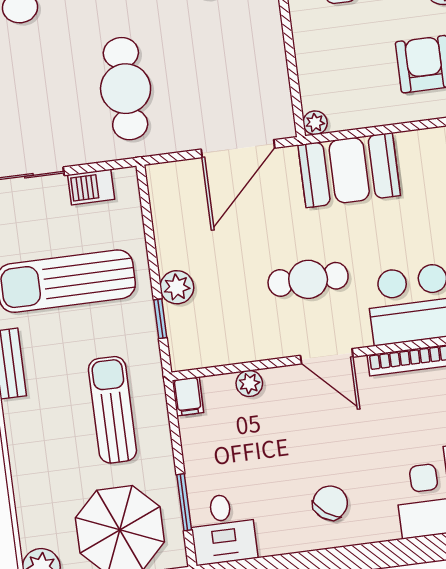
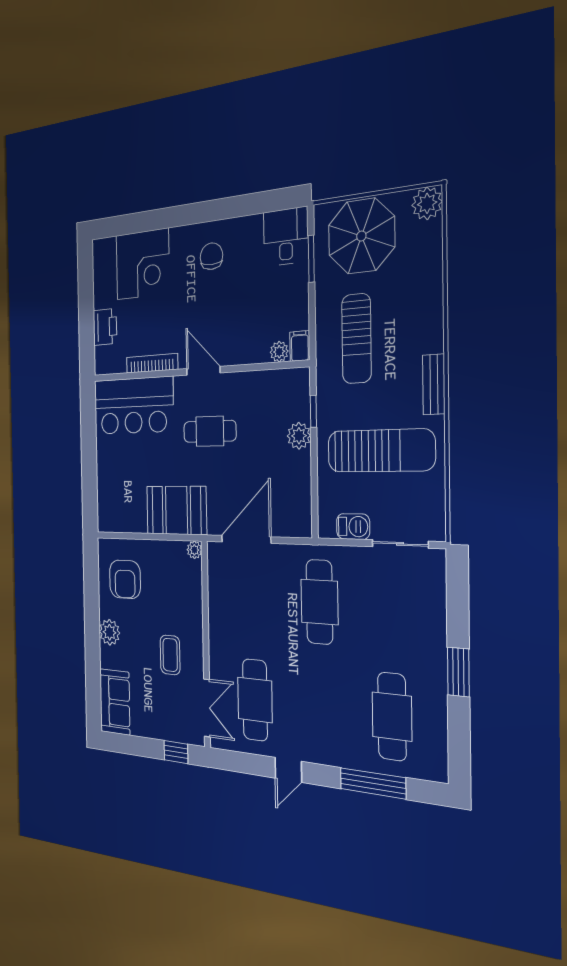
plant: (249, 383) -> (279, 352), moved
chair: (330, 503) -> (211, 256), turned 143

